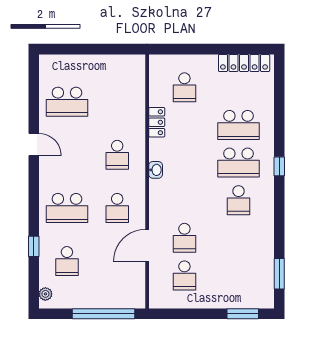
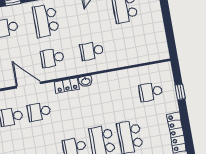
window: (192, 49) -> (180, 92), added
locker: (157, 122) -> (67, 85), moved

